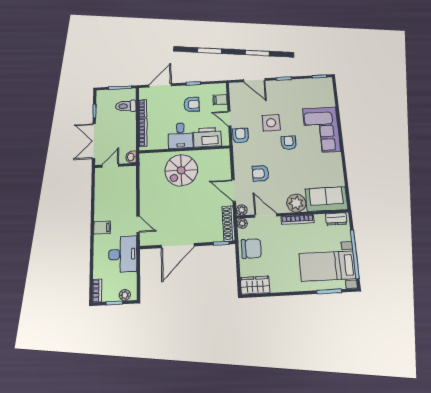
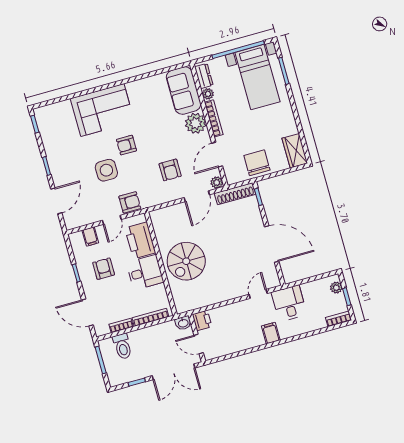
armchair: (241, 136) -> (130, 202), turned 180
spiral stairs: (181, 170) -> (186, 261), turned 90
printer: (129, 173) -> (202, 320), added
plant: (242, 223) -> (208, 94), moved
desk: (123, 254) -> (289, 303), width x0.73

